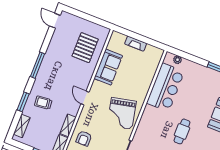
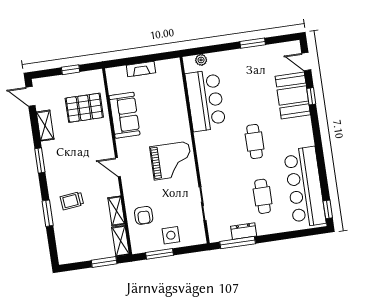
window: (90, 18) -> (71, 70), added
pallet: (85, 48) -> (84, 108), turned 90
window: (37, 65) -> (40, 160), width x0.69
grand piano: (122, 113) -> (171, 161), turned -78
shelving: (22, 126) -> (45, 126), moved

